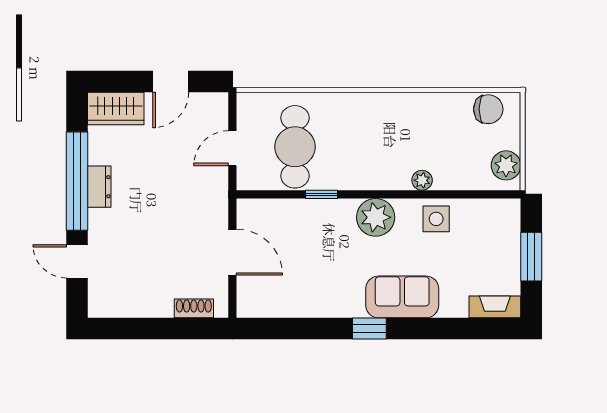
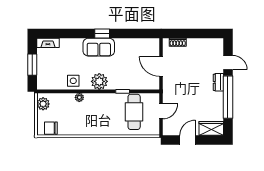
dresser: (99, 187) -> (218, 82), moved
sofa: (402, 297) -> (99, 47), moved

